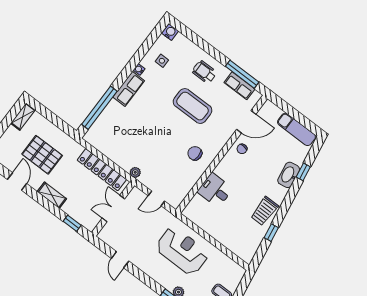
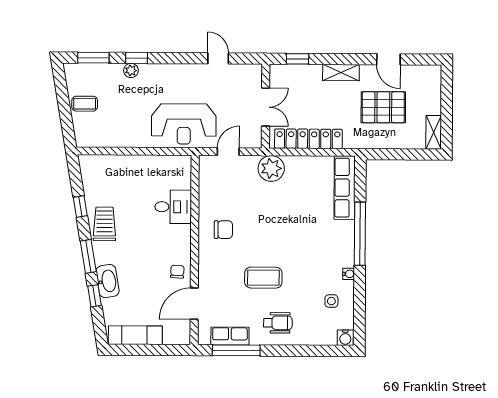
row of seats: (129, 89) -> (345, 188), moved, width x1.48
coffee table: (192, 106) -> (263, 278), width x0.73, depth x0.76
window: (99, 108) -> (360, 234), moved
plant: (135, 172) -> (271, 168), width x1.88, depth x1.88
window: (289, 199) -> (88, 256), added
reception desk: (182, 251) -> (184, 124), moved

